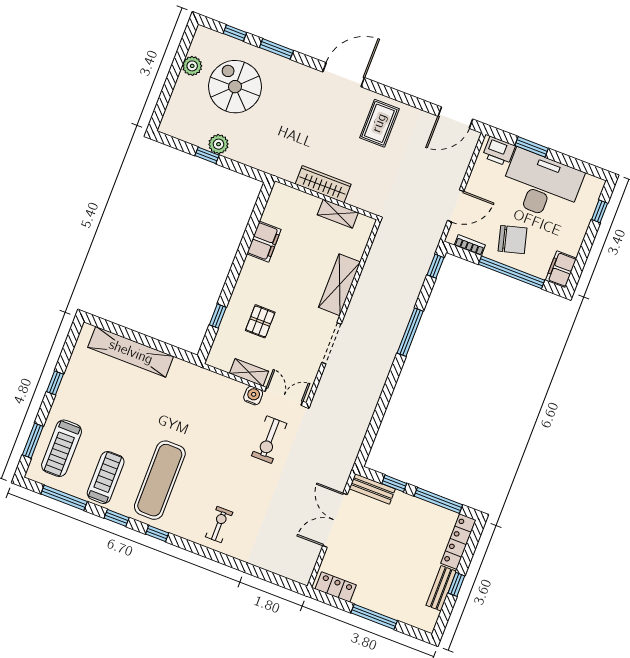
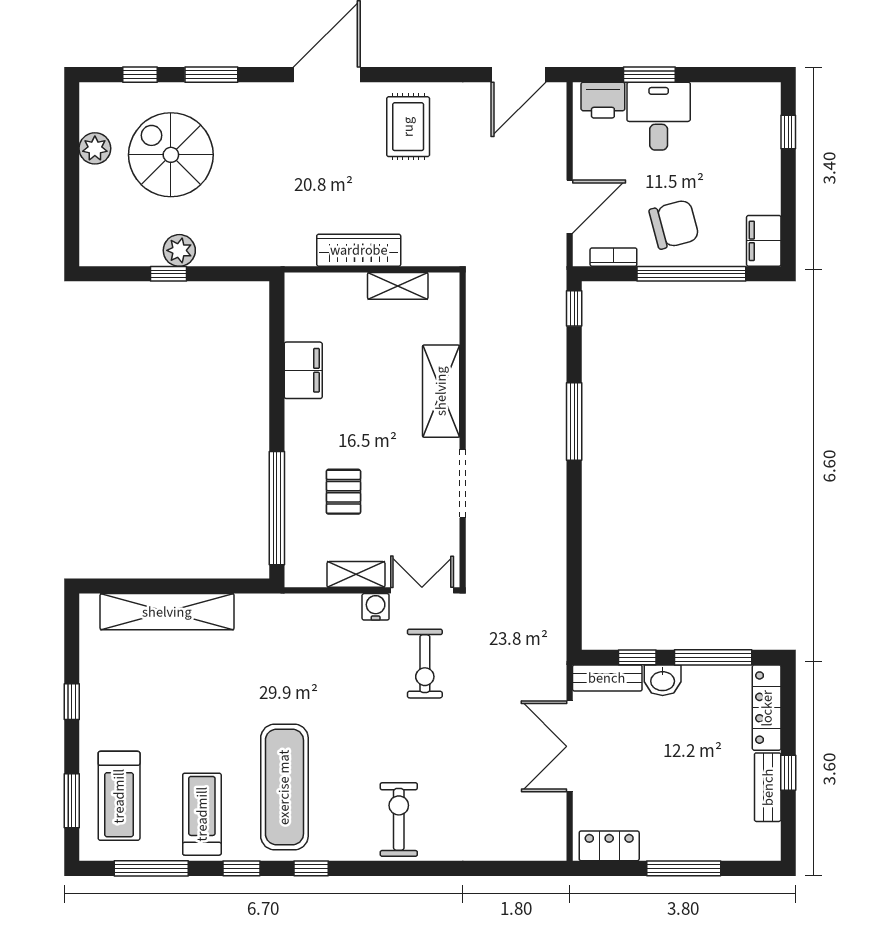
desk: (541, 185) -> (659, 116), width x0.53, depth x0.77
window: (218, 316) -> (277, 508), width x3.17
washbasin: (404, 502) -> (663, 680), added
exercise bike: (219, 525) -> (399, 819), width x1.38, depth x1.39

